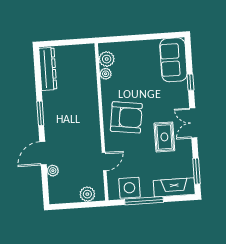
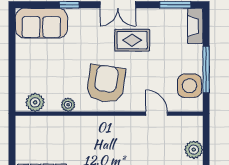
plant: (106, 74) -> (68, 105), moved
fireplace: (174, 187) -> (195, 26), width x0.73, depth x0.76
plant: (87, 194) -> (194, 150), moved

